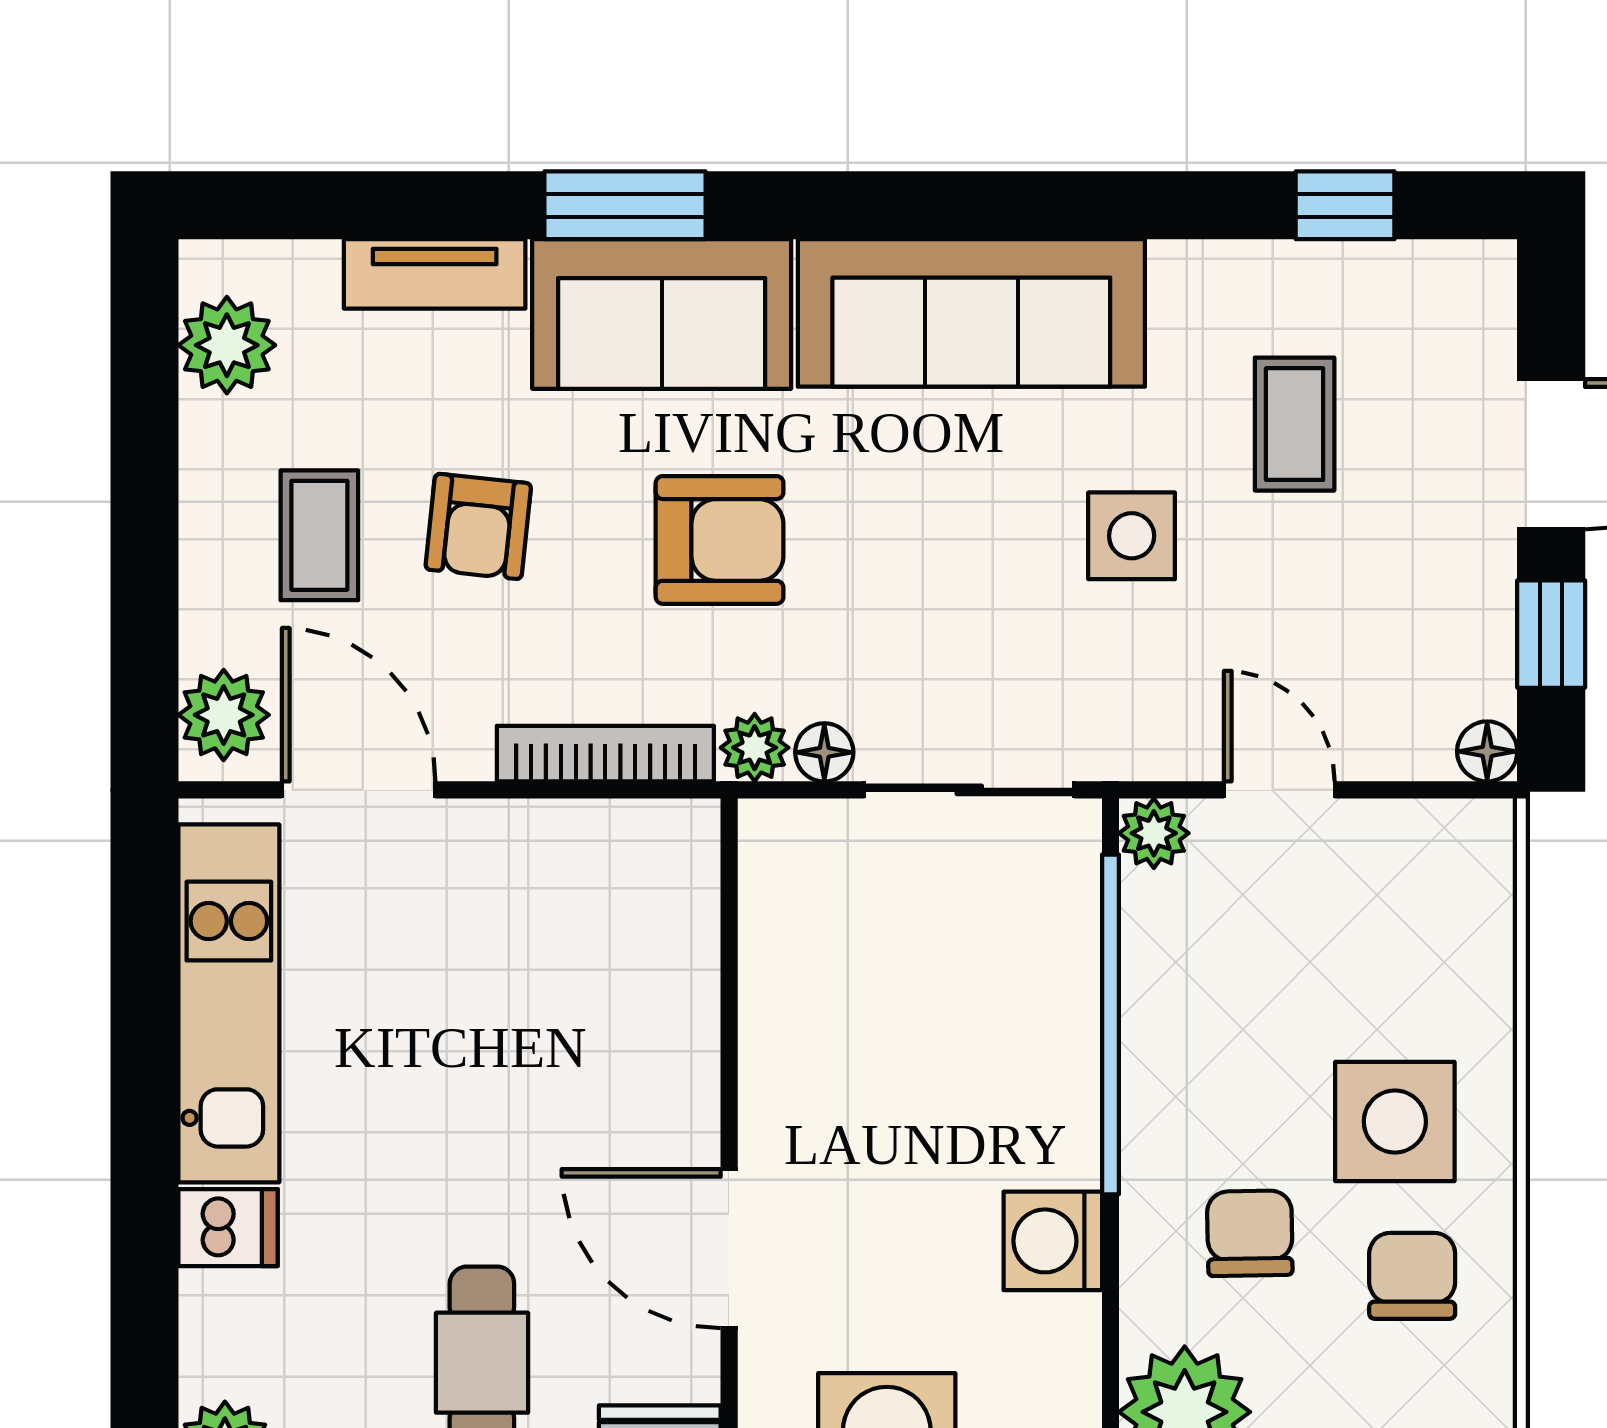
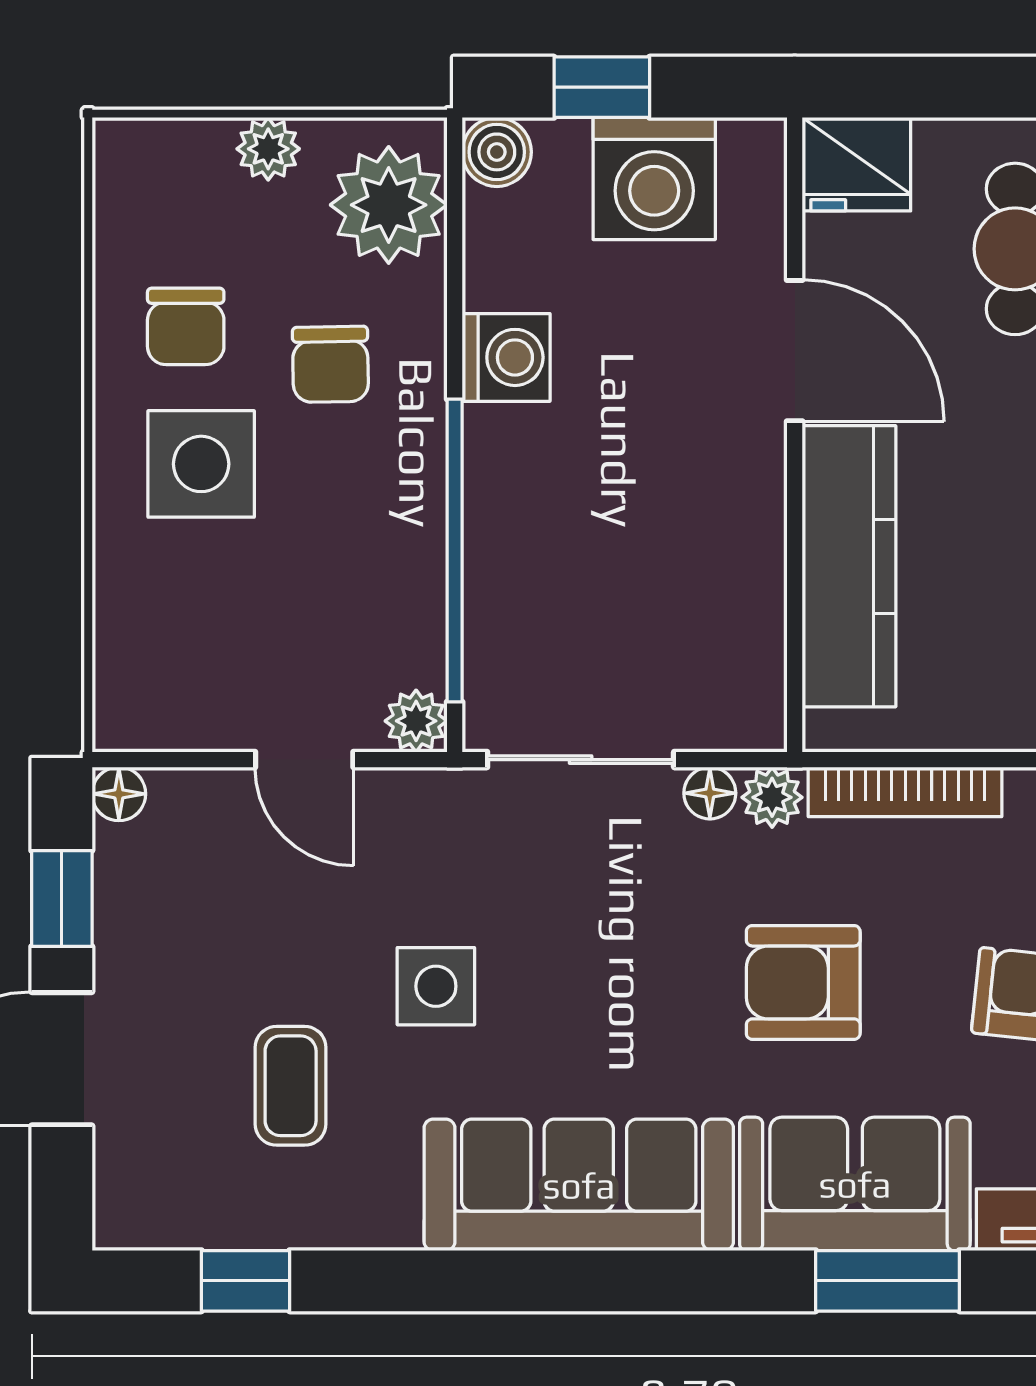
kitchen counter: (668, 1007) -> (849, 566), added

